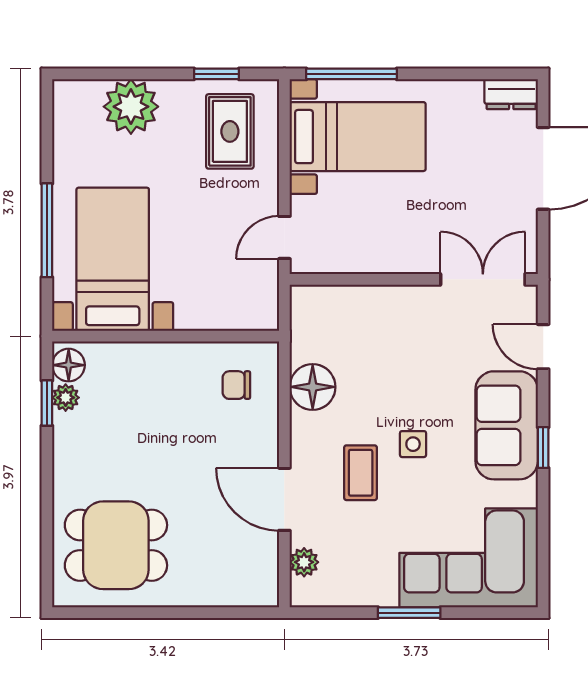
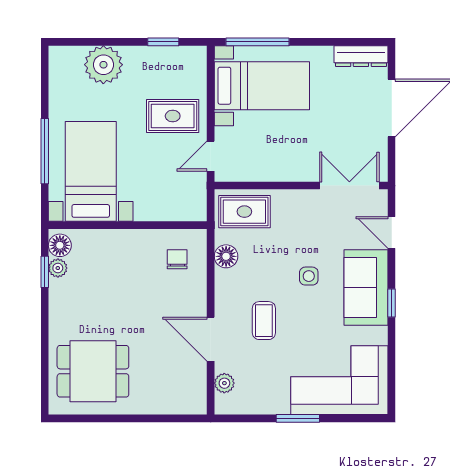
dresser: (511, 94) -> (361, 56), width x1.44
rug: (230, 131) -> (173, 116), moved, turned 90
rug: (333, 317) -> (244, 212), added
chair: (236, 385) -> (177, 259), turned 90
floor lamp: (313, 387) -> (226, 256), width x0.73, depth x0.73
side table: (413, 444) -> (309, 276), moved

